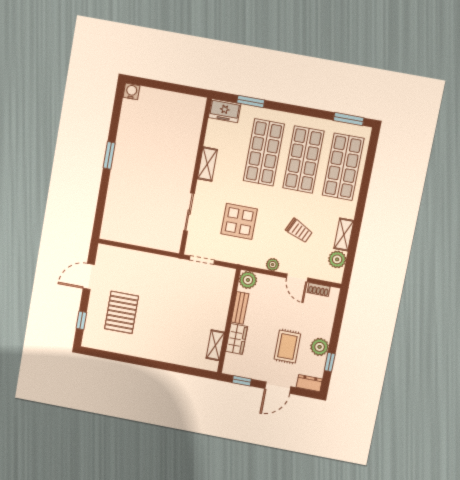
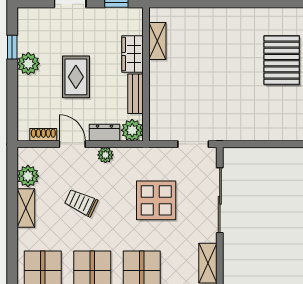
sliding door: (189, 212) -> (220, 200), width x1.37
rug: (287, 347) -> (76, 77), moved
dresser: (309, 383) -> (104, 133), moved, turned 180

